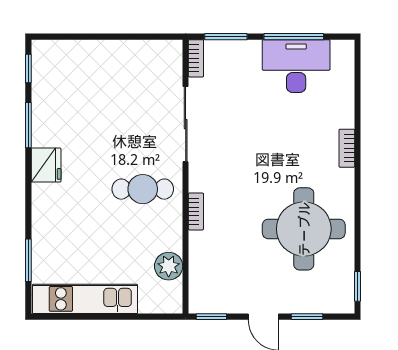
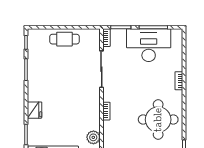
desk: (296, 66) -> (149, 45), width x1.36, depth x1.30
fridge: (46, 165) -> (34, 110), moved
cafe table: (143, 189) -> (64, 39), moved

